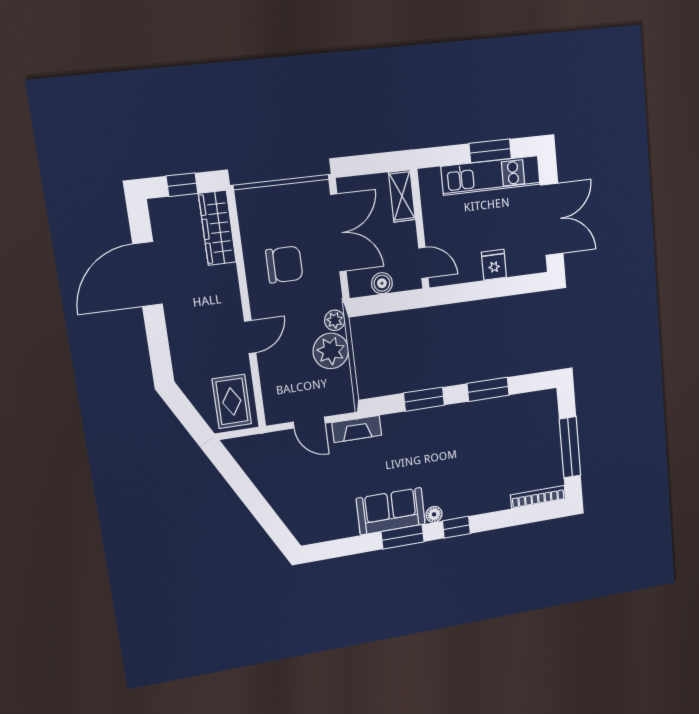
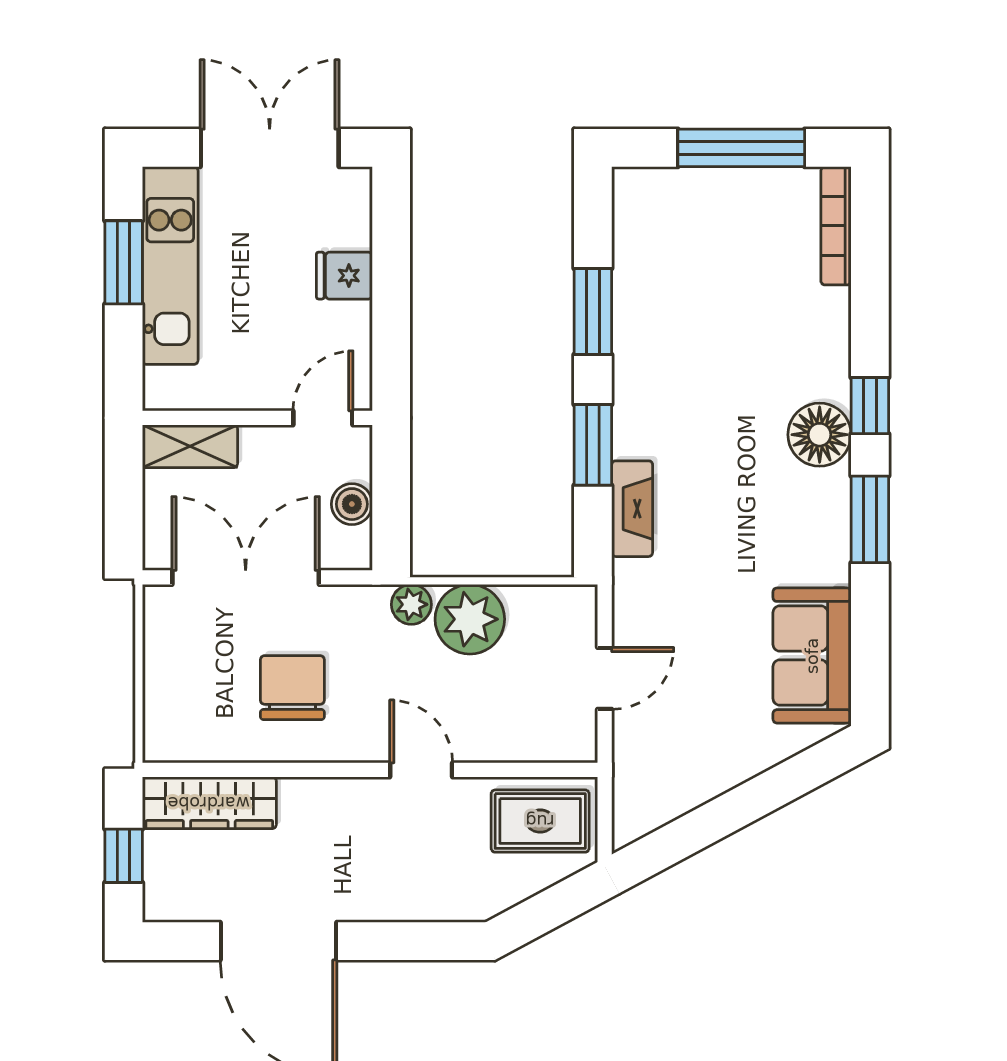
fireplace: (357, 429) -> (632, 509), moved
sofa: (391, 511) -> (812, 656), moved
floor lamp: (434, 514) -> (820, 435), width x1.89, depth x1.89

